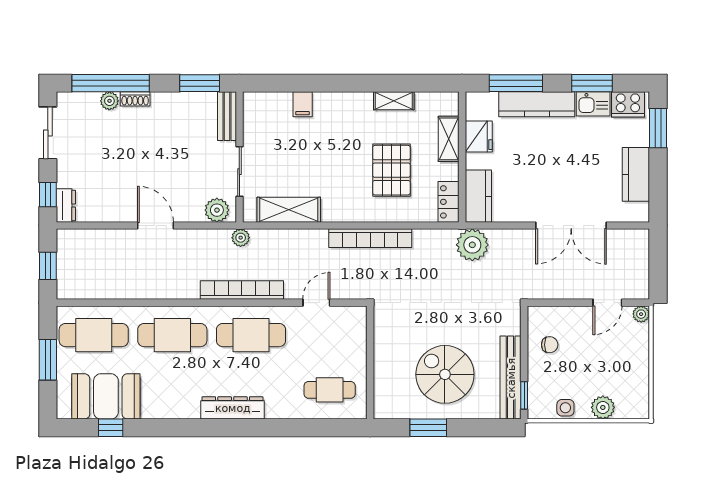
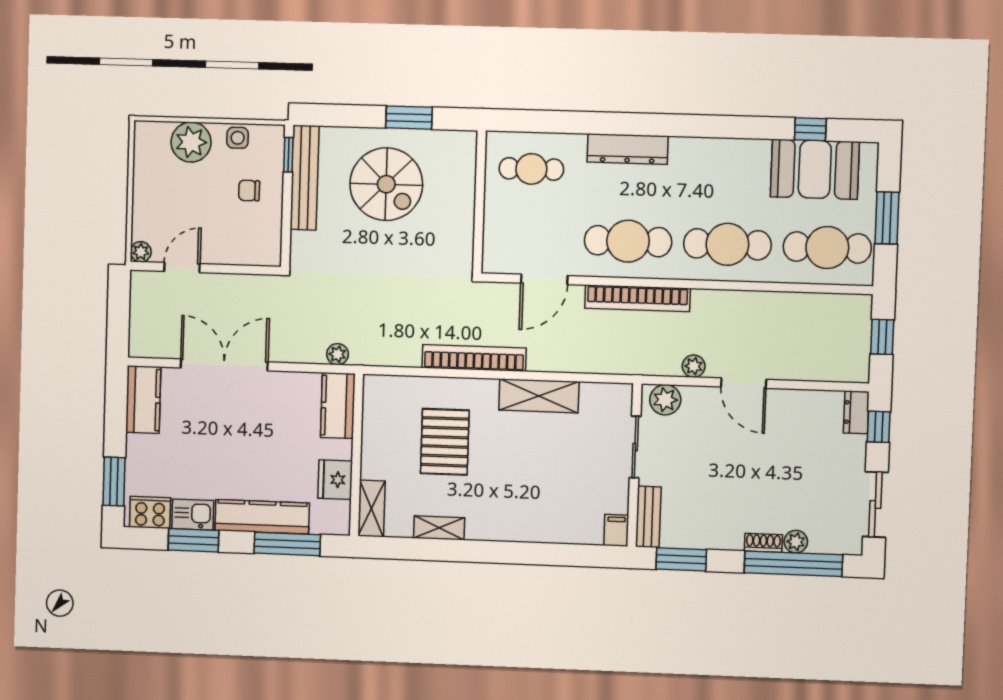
filing cabinet: (303, 104) -> (616, 530), moved
shelving: (449, 139) -> (372, 508), moved
kitchen counter: (636, 174) -> (143, 400), moved
locker: (449, 202) -> (375, 400), removed
shelving: (289, 210) -> (539, 396), moved
plant: (241, 238) -> (694, 366), moved
plant: (472, 245) -> (338, 354), width x0.53, depth x0.53
door: (316, 303) -> (544, 279), width x1.38
chair: (550, 345) -> (249, 191), moved
plant: (603, 407) -> (191, 142), width x1.36, depth x1.36
dresser: (233, 408) -> (628, 149), moved

